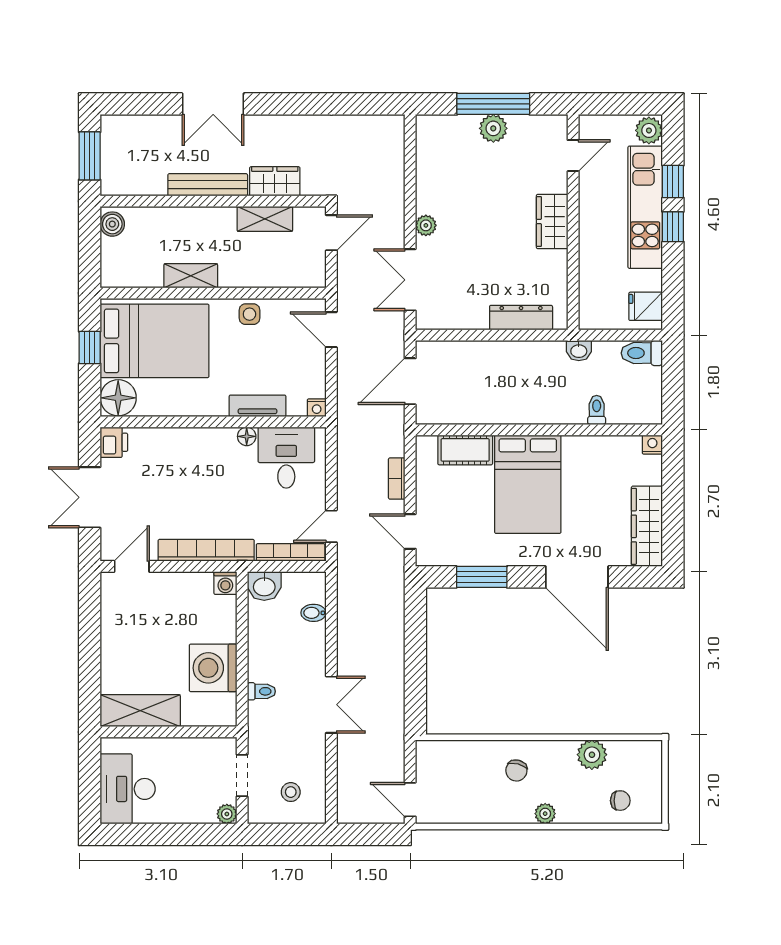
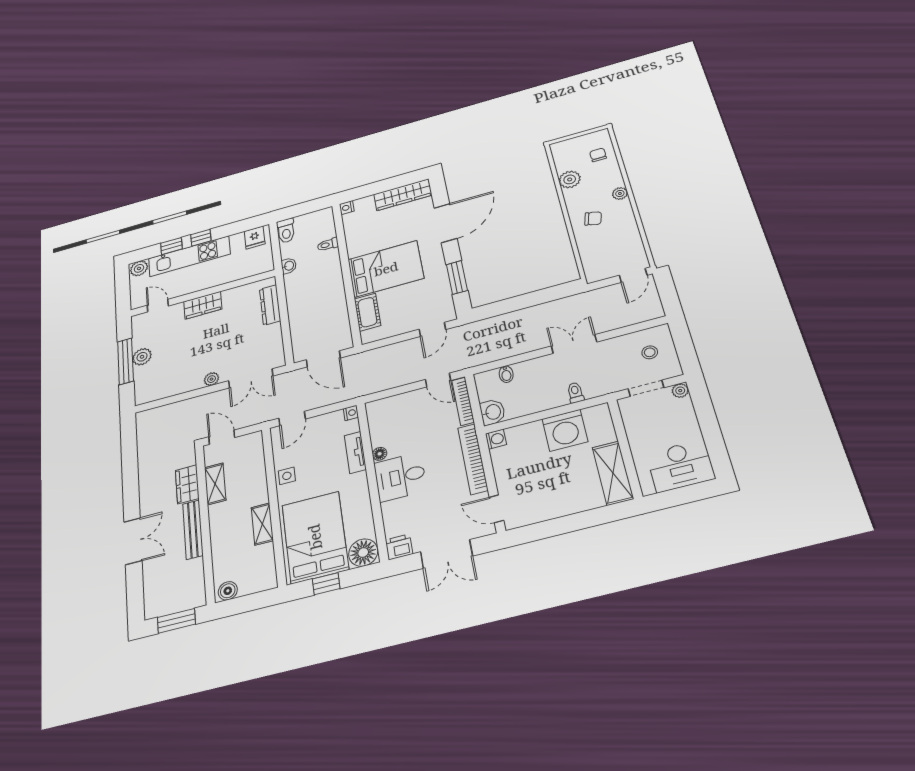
desk: (286, 458) -> (400, 477), moved
bookcase: (397, 479) -> (395, 348), removed

